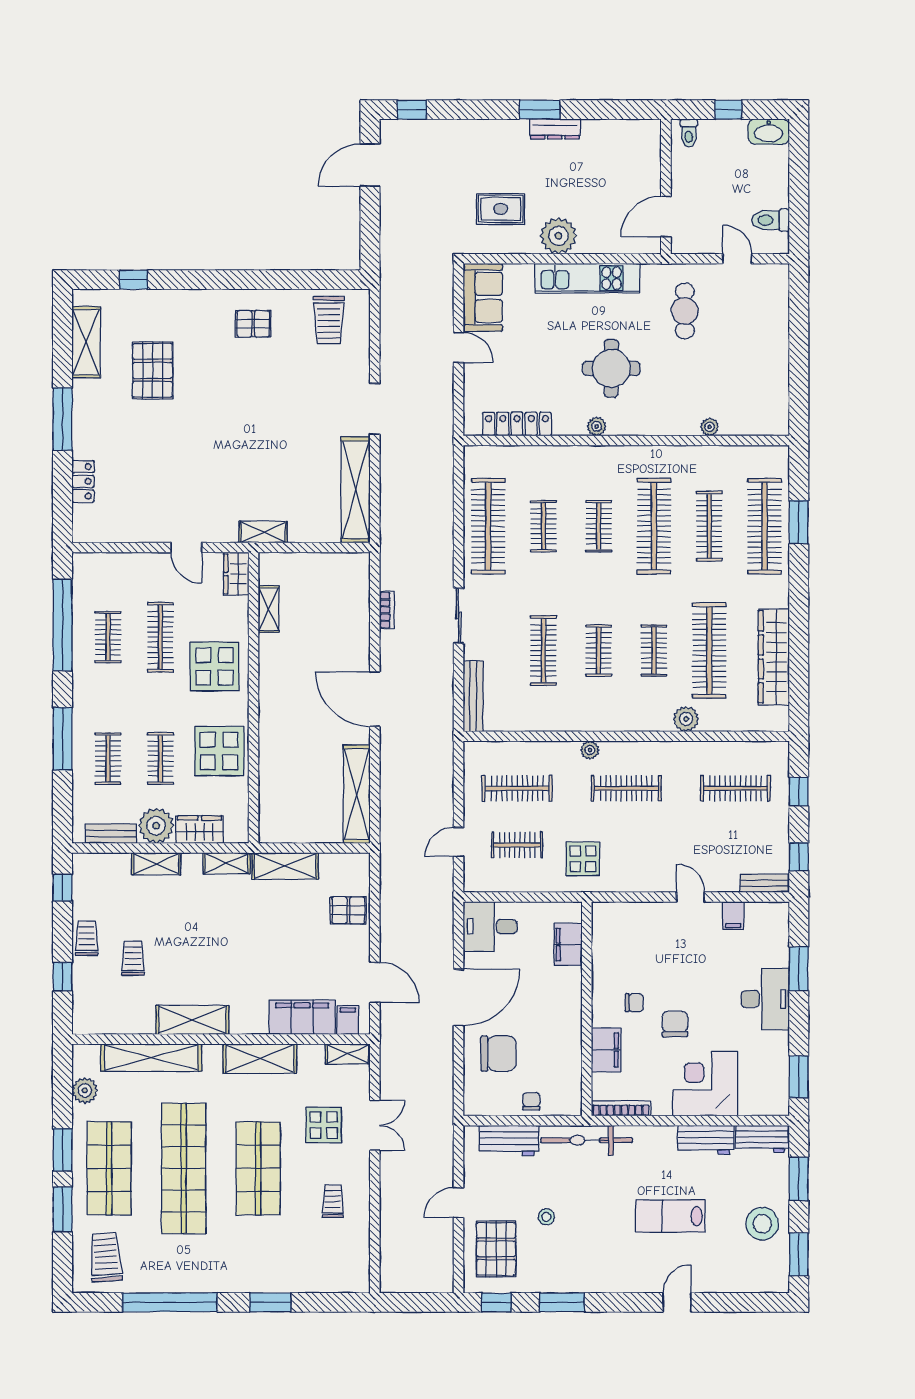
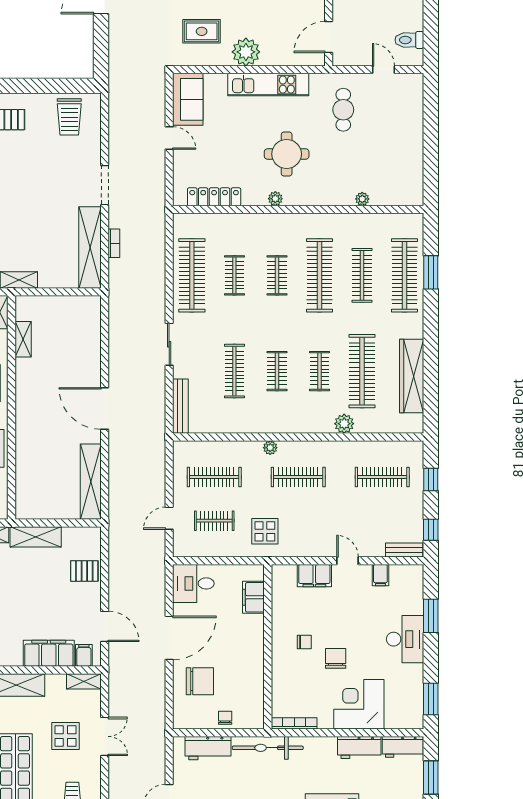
bookcase: (387, 610) -> (114, 243), moved
filing cabinet: (606, 1050) -> (314, 576), moved, turned 90

